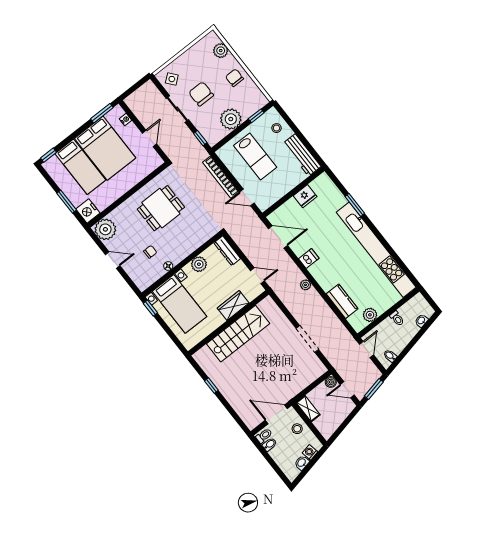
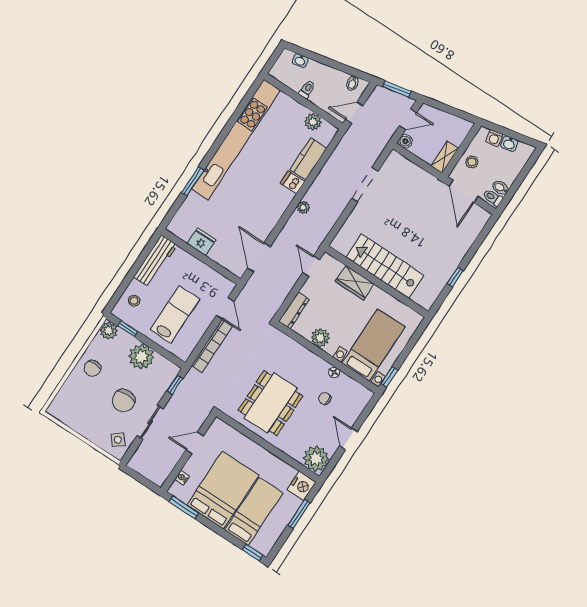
plant: (221, 51) -> (109, 330), moved
dining table: (161, 208) -> (270, 403), width x1.38
dishwasher: (309, 259) -> (292, 182), moved
door: (347, 390) -> (408, 119), hinge flipped

